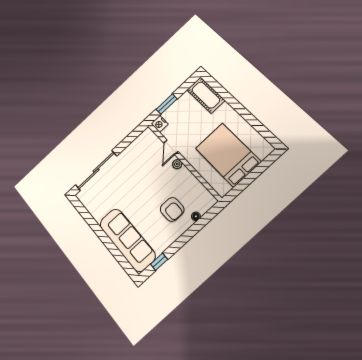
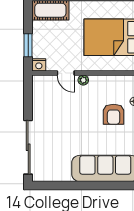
armchair: (172, 209) -> (114, 114), turned 90

